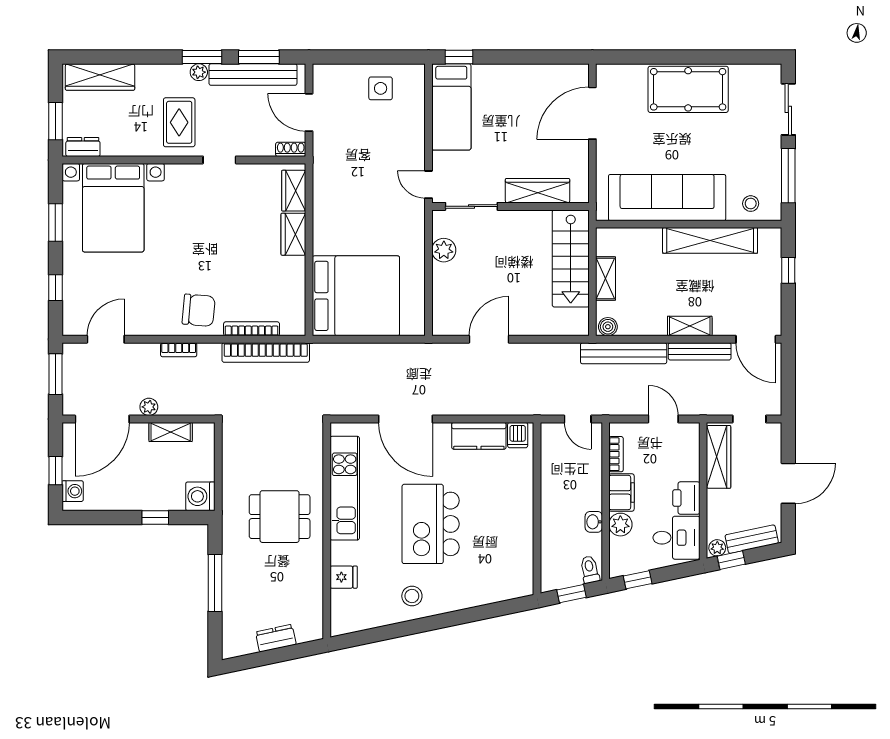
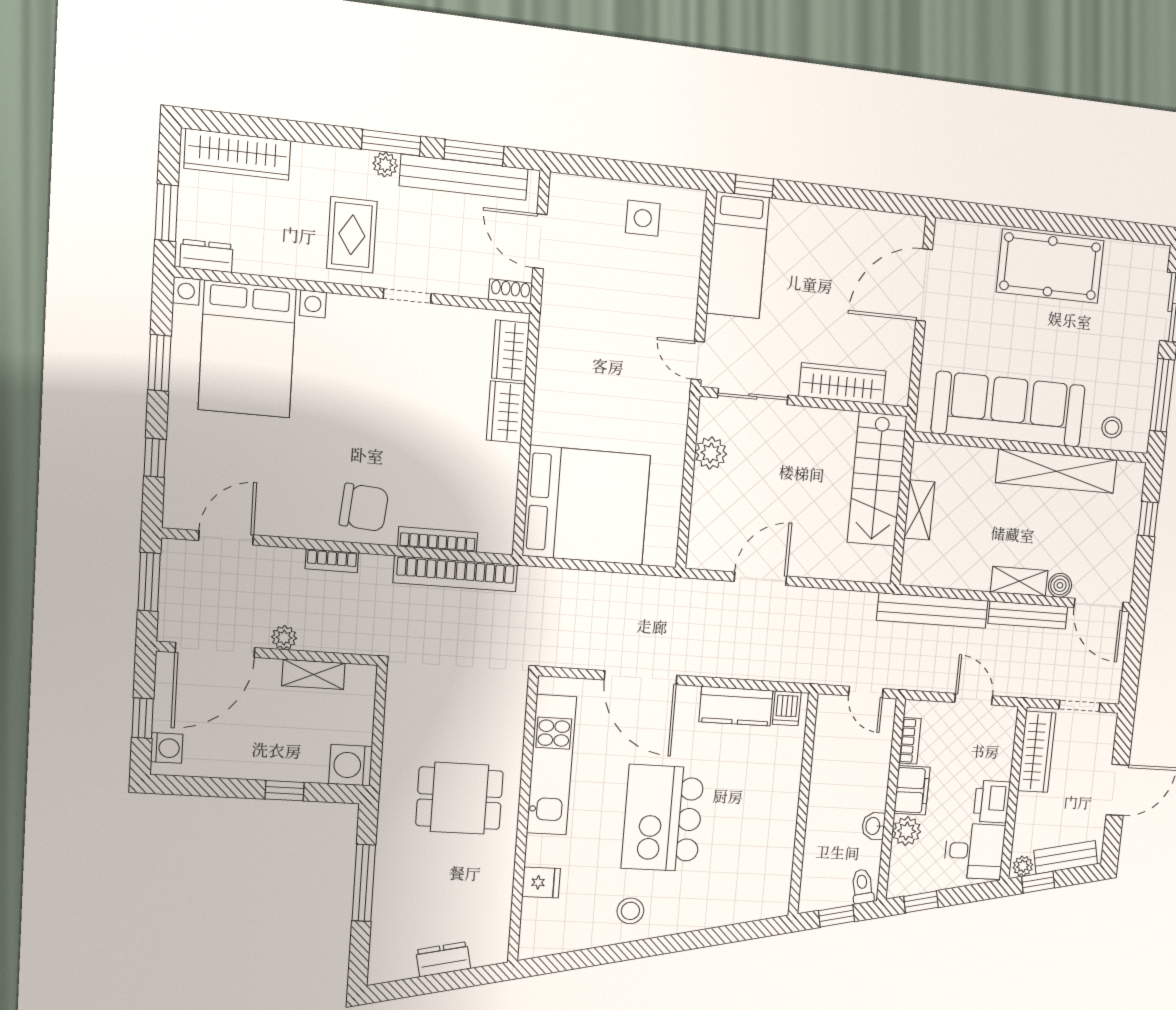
boiler: (608, 327) -> (1060, 585), moved

